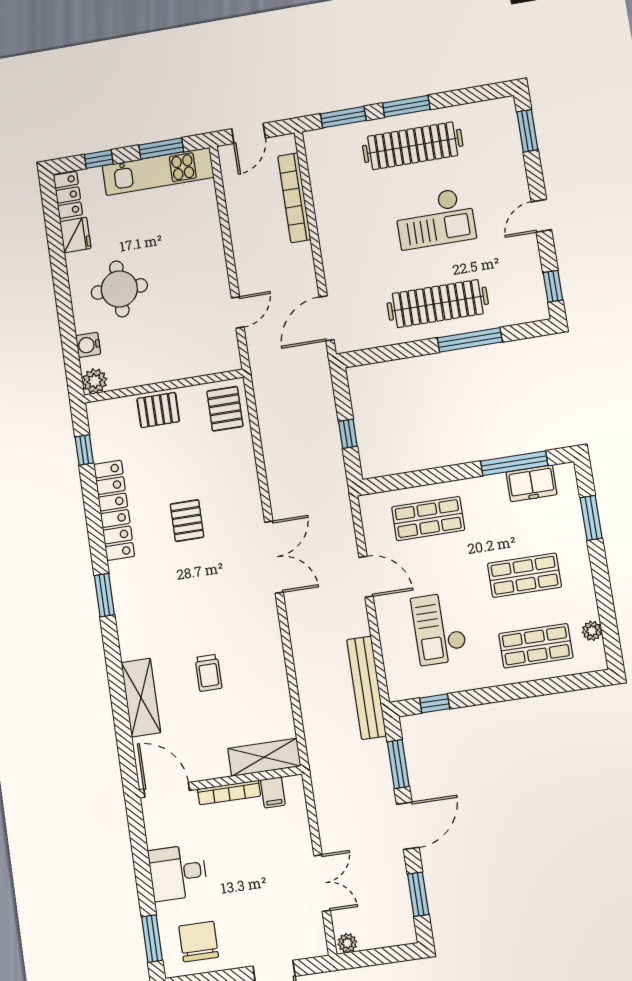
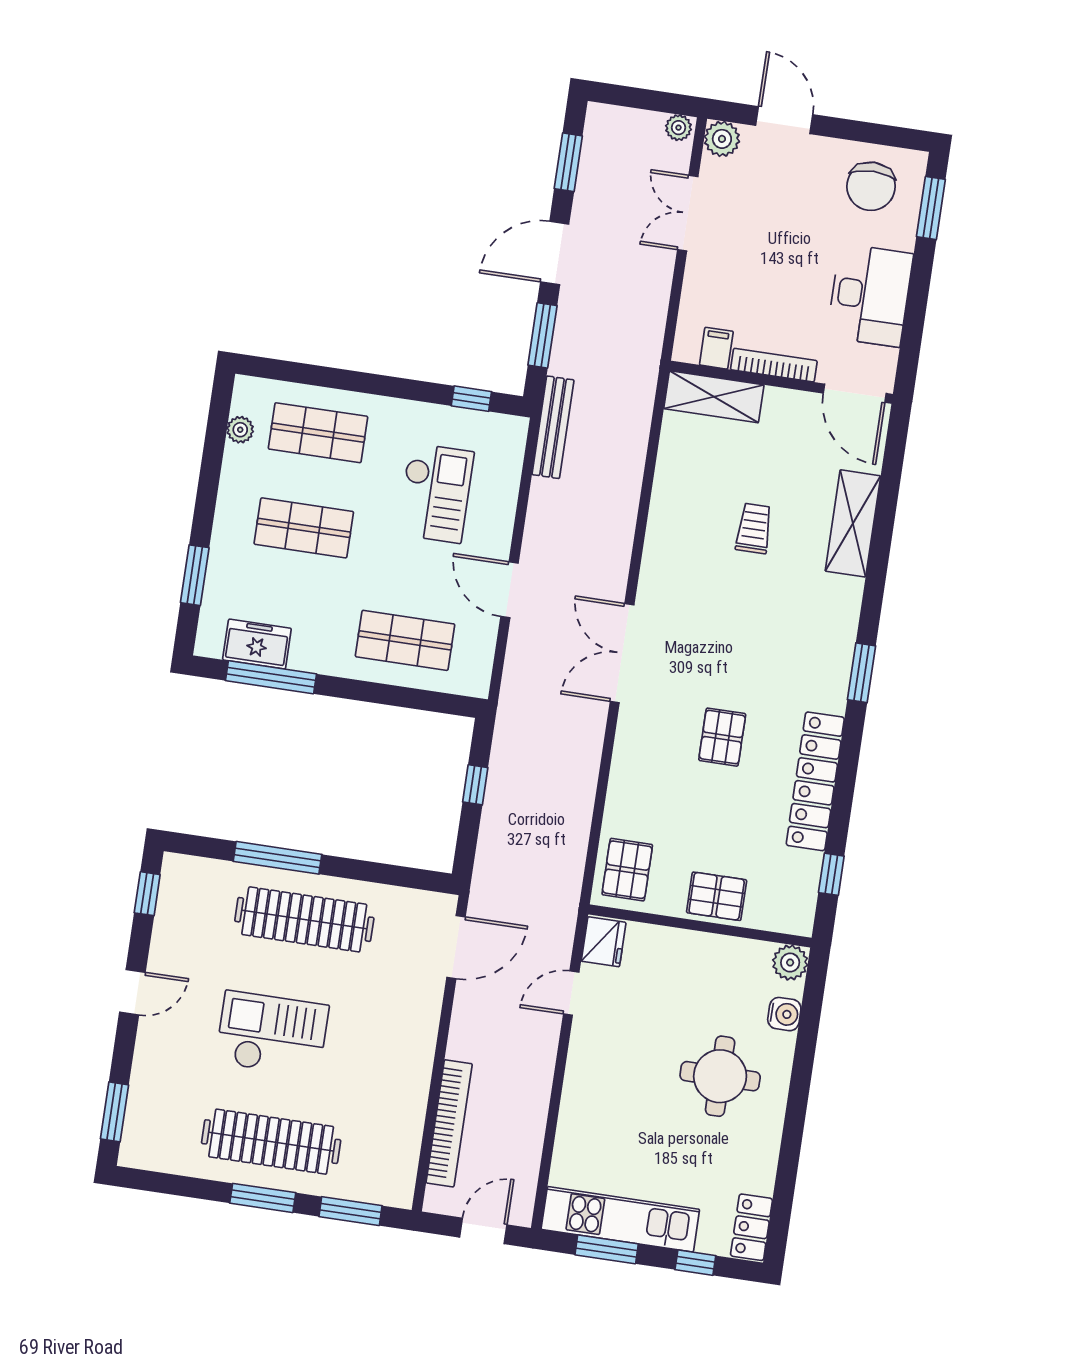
fridge: (75, 235) -> (604, 942), moved, turned 180
bench: (366, 688) -> (553, 427), width x0.73, depth x0.82
desk: (178, 873) -> (870, 295), width x1.37
plant: (314, 944) -> (722, 139), added

